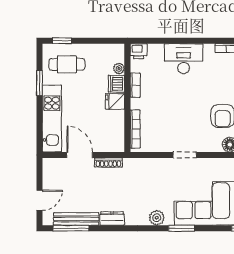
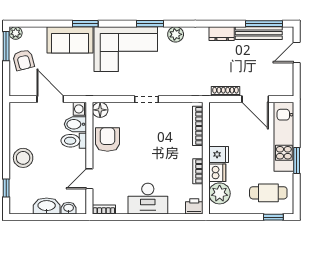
plant: (119, 69) -> (220, 193), width x1.88, depth x1.88
window: (40, 83) -> (297, 161), moved

